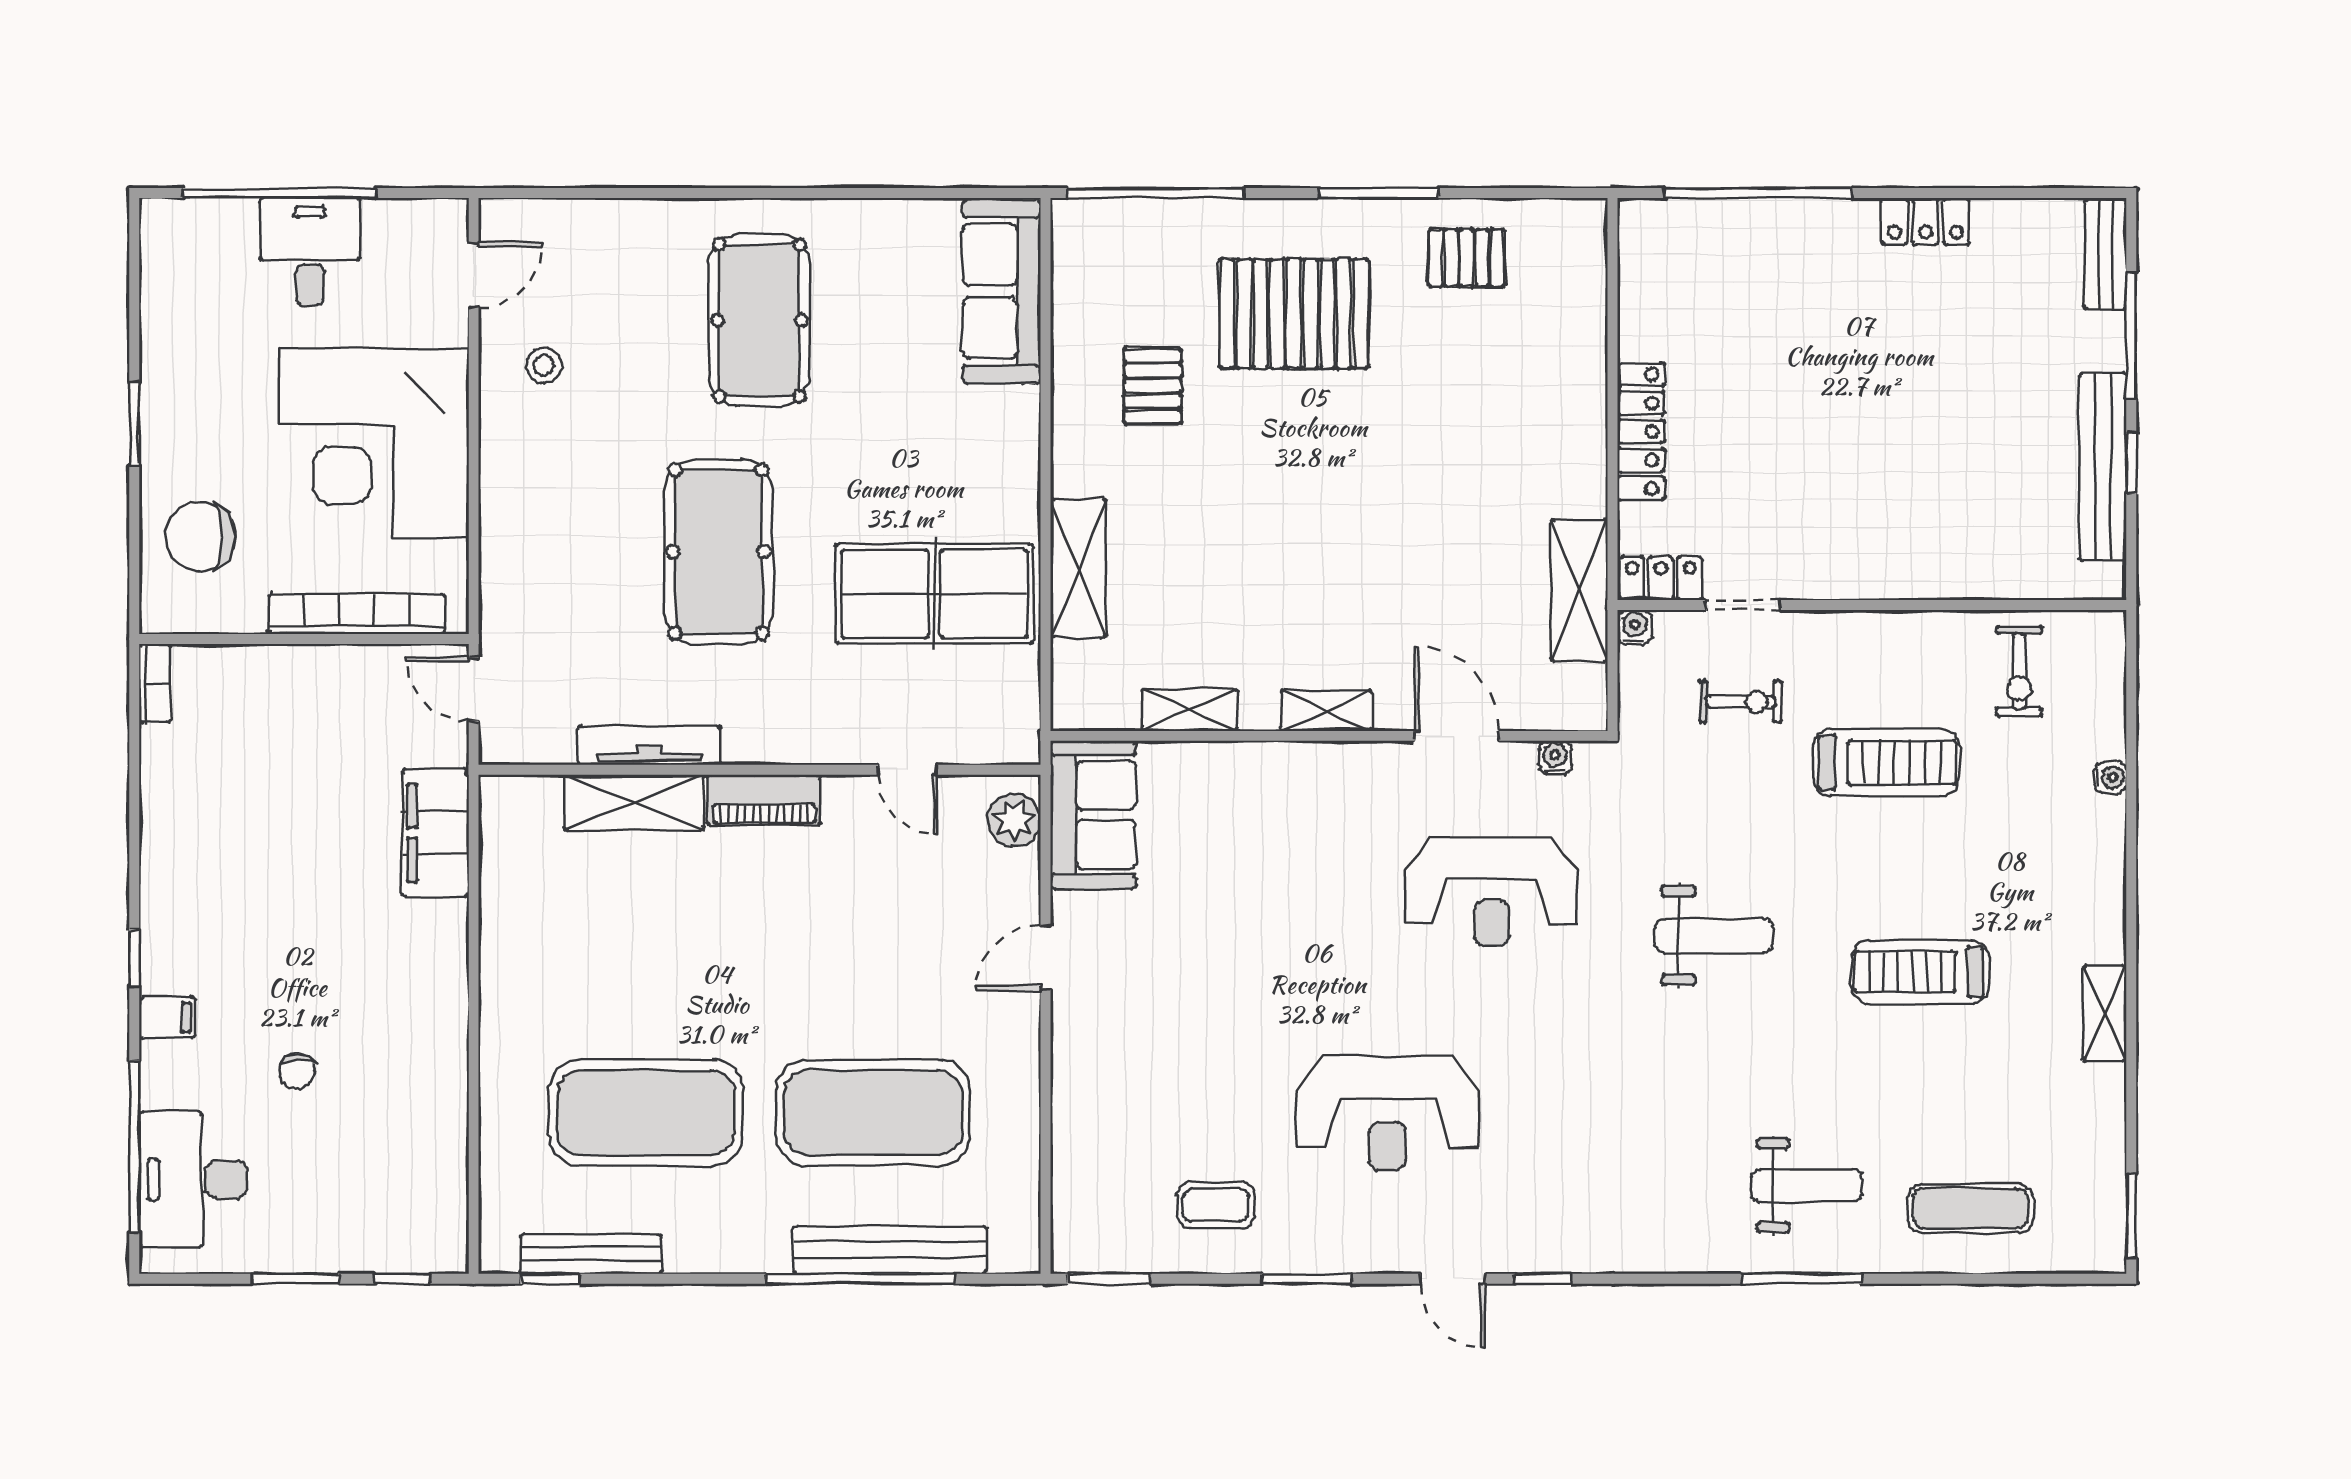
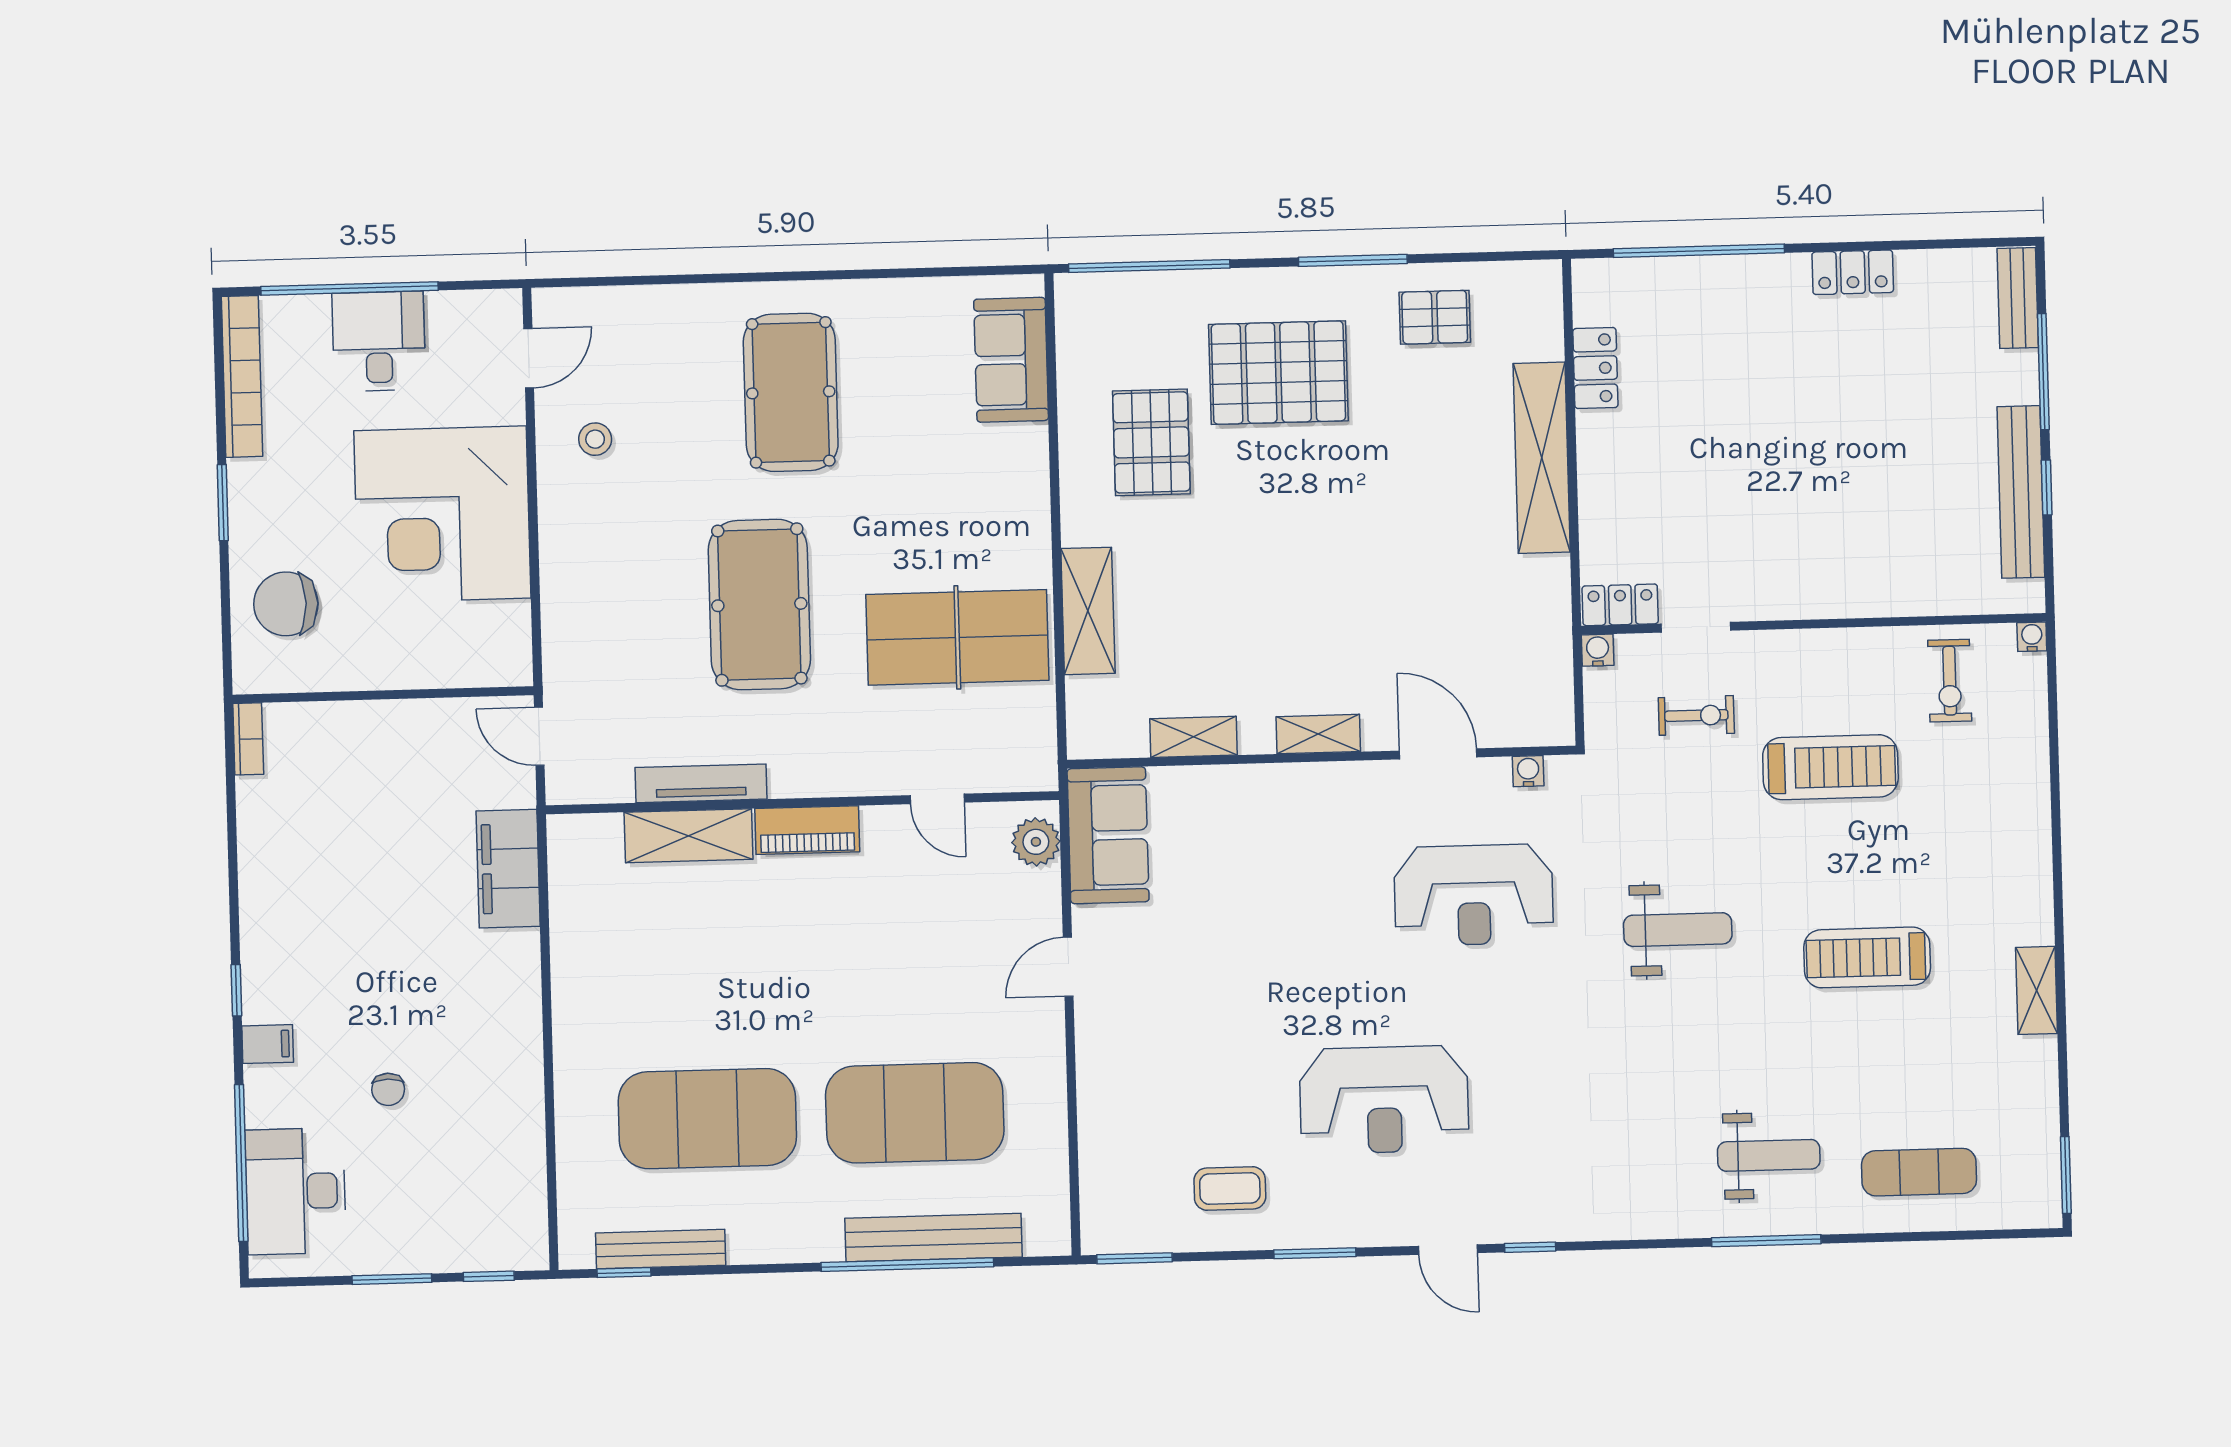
sofa: (1002, 291) -> (1011, 360), width x0.73
pallet: (1153, 386) -> (1151, 442), width x1.50, depth x1.42
locker: (1641, 432) -> (1595, 368), moved, width x0.66
shelving: (1579, 590) -> (1542, 458), moved, width x1.47
bookcase: (357, 614) -> (242, 376), moved, turned 90
water cooler: (2110, 777) -> (2032, 637), moved, turned -90

